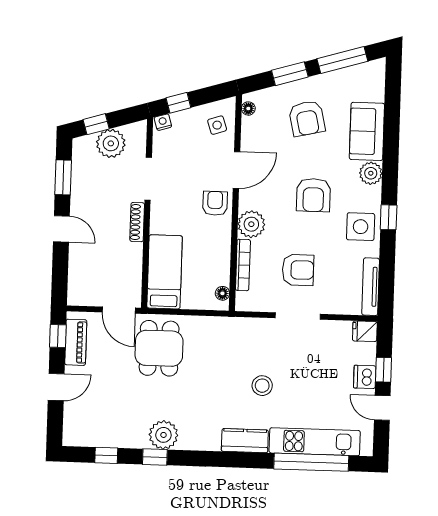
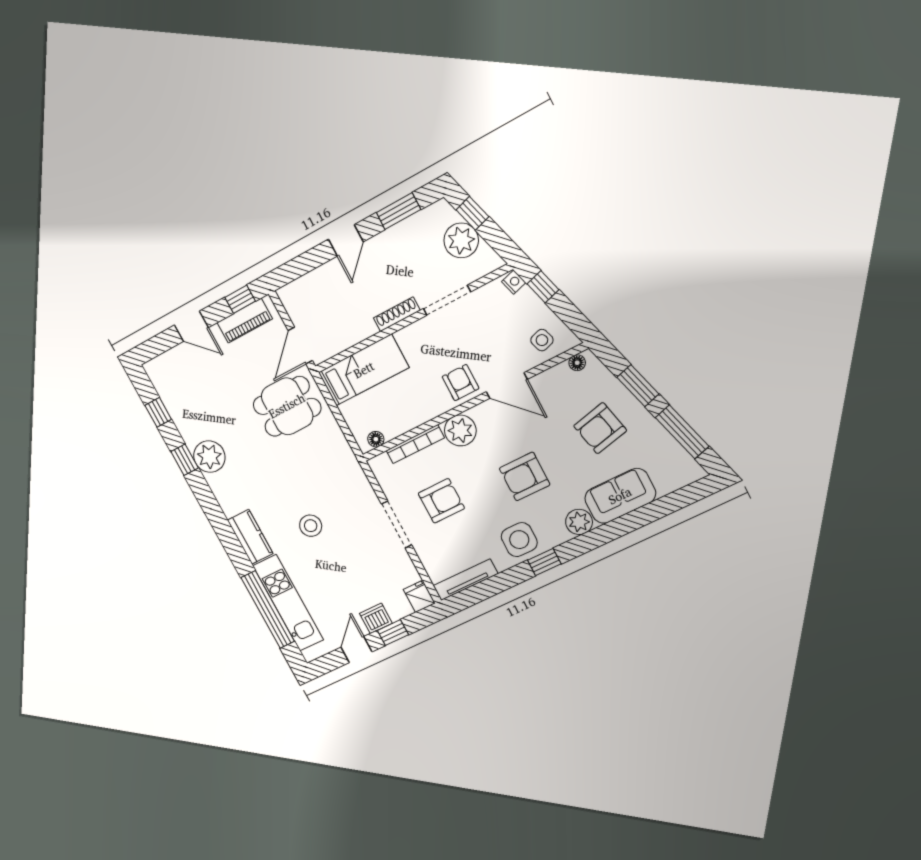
armchair: (215, 203) -> (461, 383), turned -90
armchair: (298, 270) -> (441, 501), turned -90

